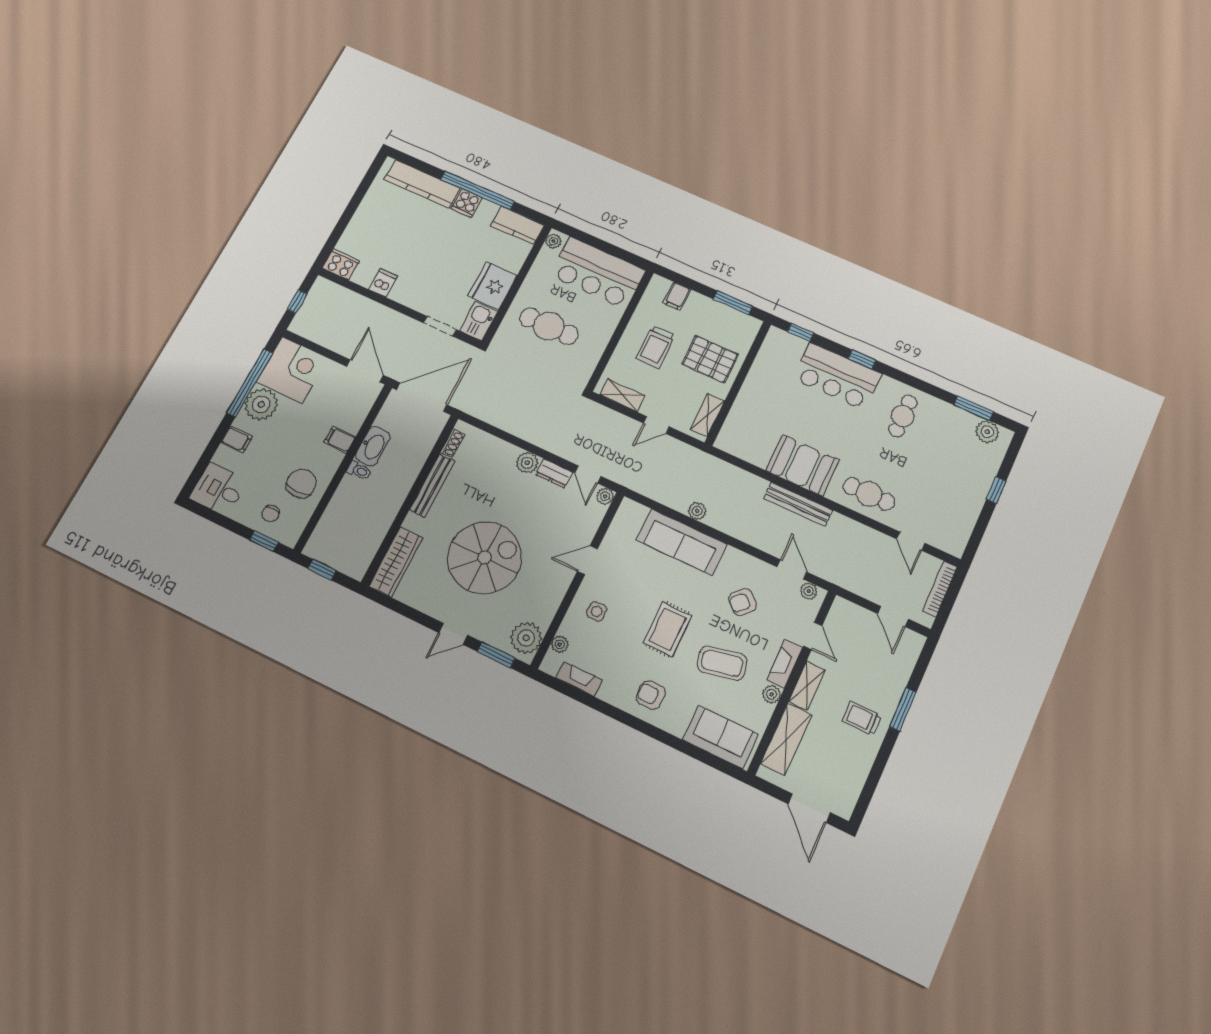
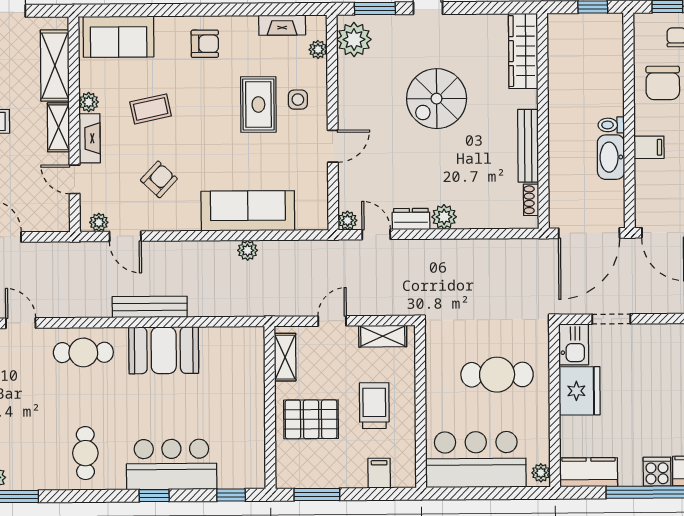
spiral stairs: (485, 558) -> (437, 99), width x0.73, depth x0.73
rug: (667, 629) -> (258, 104), moved
coffee table: (722, 663) -> (151, 109), width x0.73, depth x0.77

